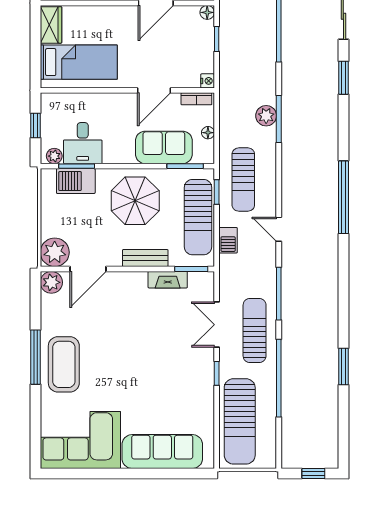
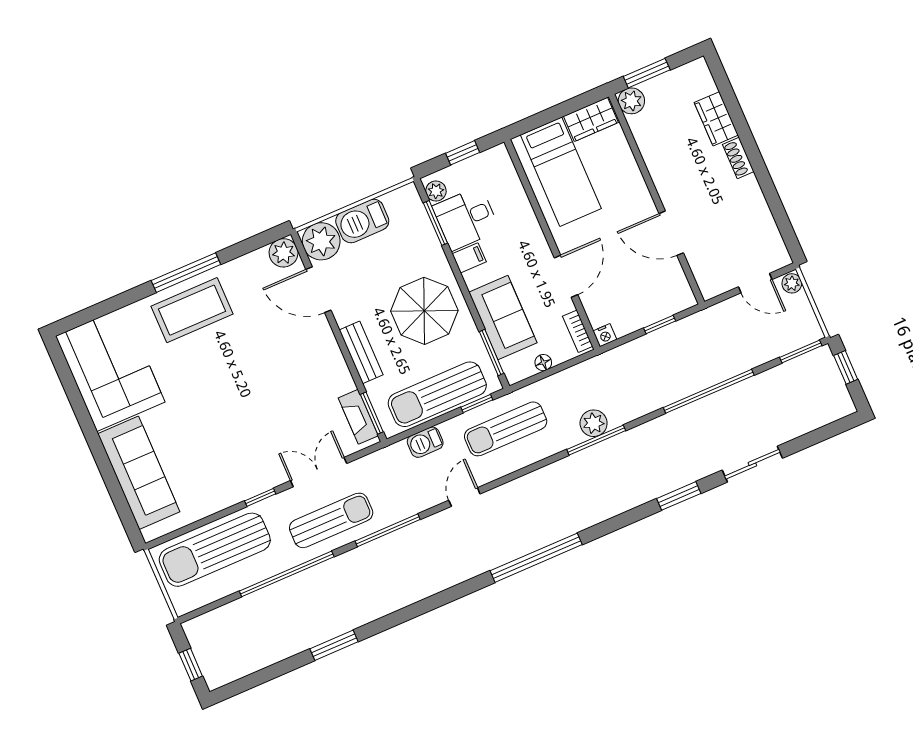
floor lamp: (207, 12) -> (686, 299), removed
door: (154, 90) -> (566, 276), swing flipped
filing cabinet: (112, 153) -> (469, 258), added
barbecue: (76, 181) -> (362, 221), moved, turned -90
fireplace: (168, 280) -> (358, 417), moved

